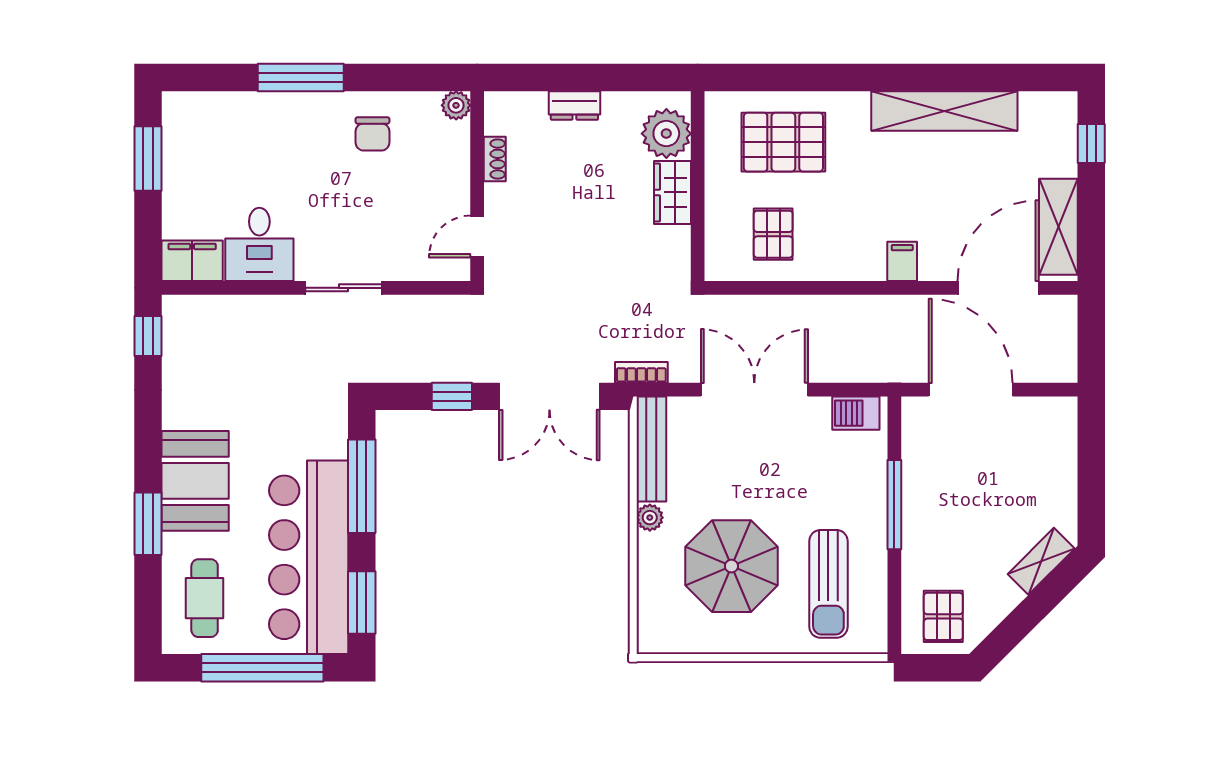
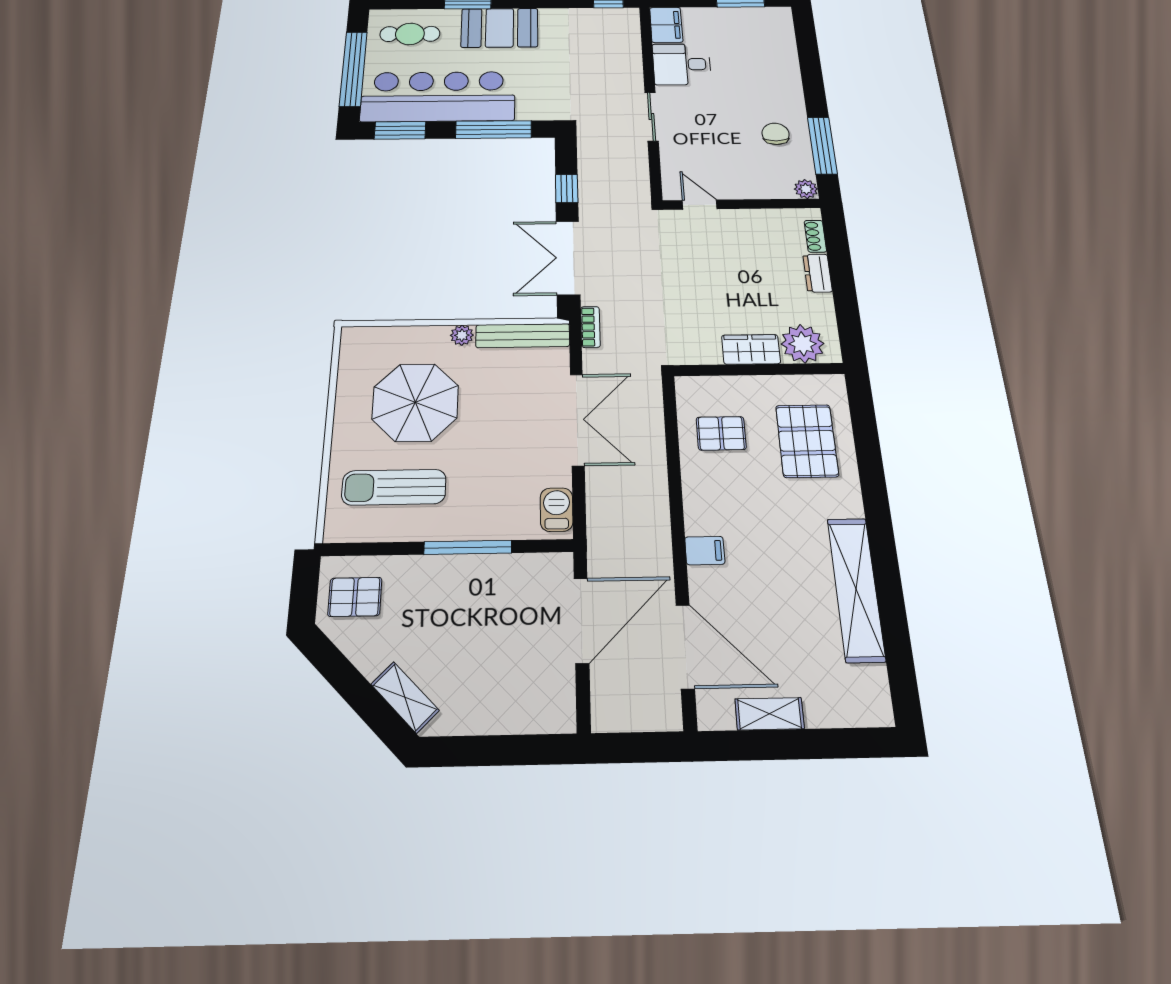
window: (301, 77) -> (822, 146), moved
chair: (372, 134) -> (776, 134), turned 90
window: (1091, 144) -> (843, 743), removed
shoe rack: (495, 159) -> (815, 236), moved, turned 90
shelving: (1058, 227) -> (769, 714), width x0.67, depth x0.75

